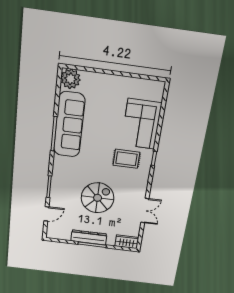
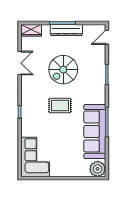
corner sofa: (141, 124) -> (35, 157), moved
rug: (126, 159) -> (60, 106), moved
double door: (145, 211) -> (20, 63), swing flipped
door: (46, 214) -> (107, 37), moved

